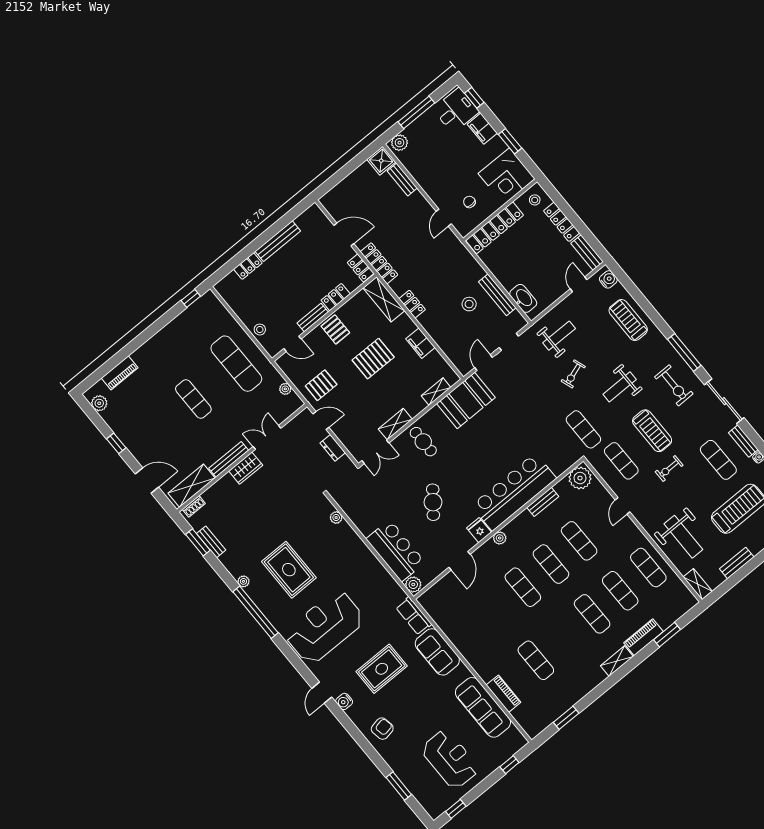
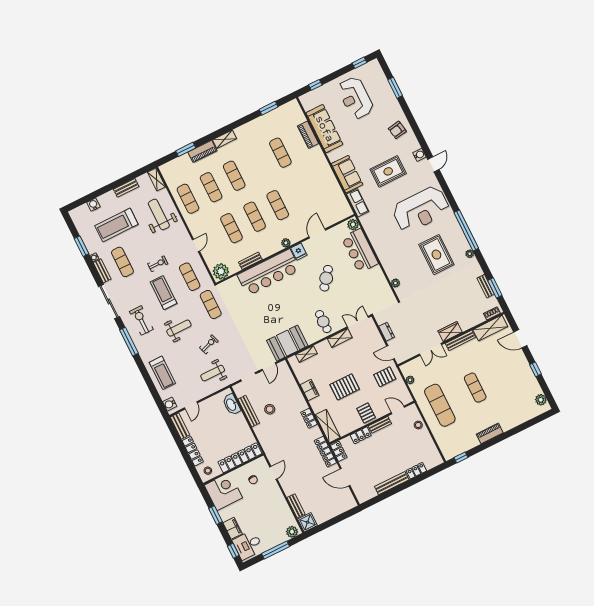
piano: (120, 373) -> (490, 433), moved

